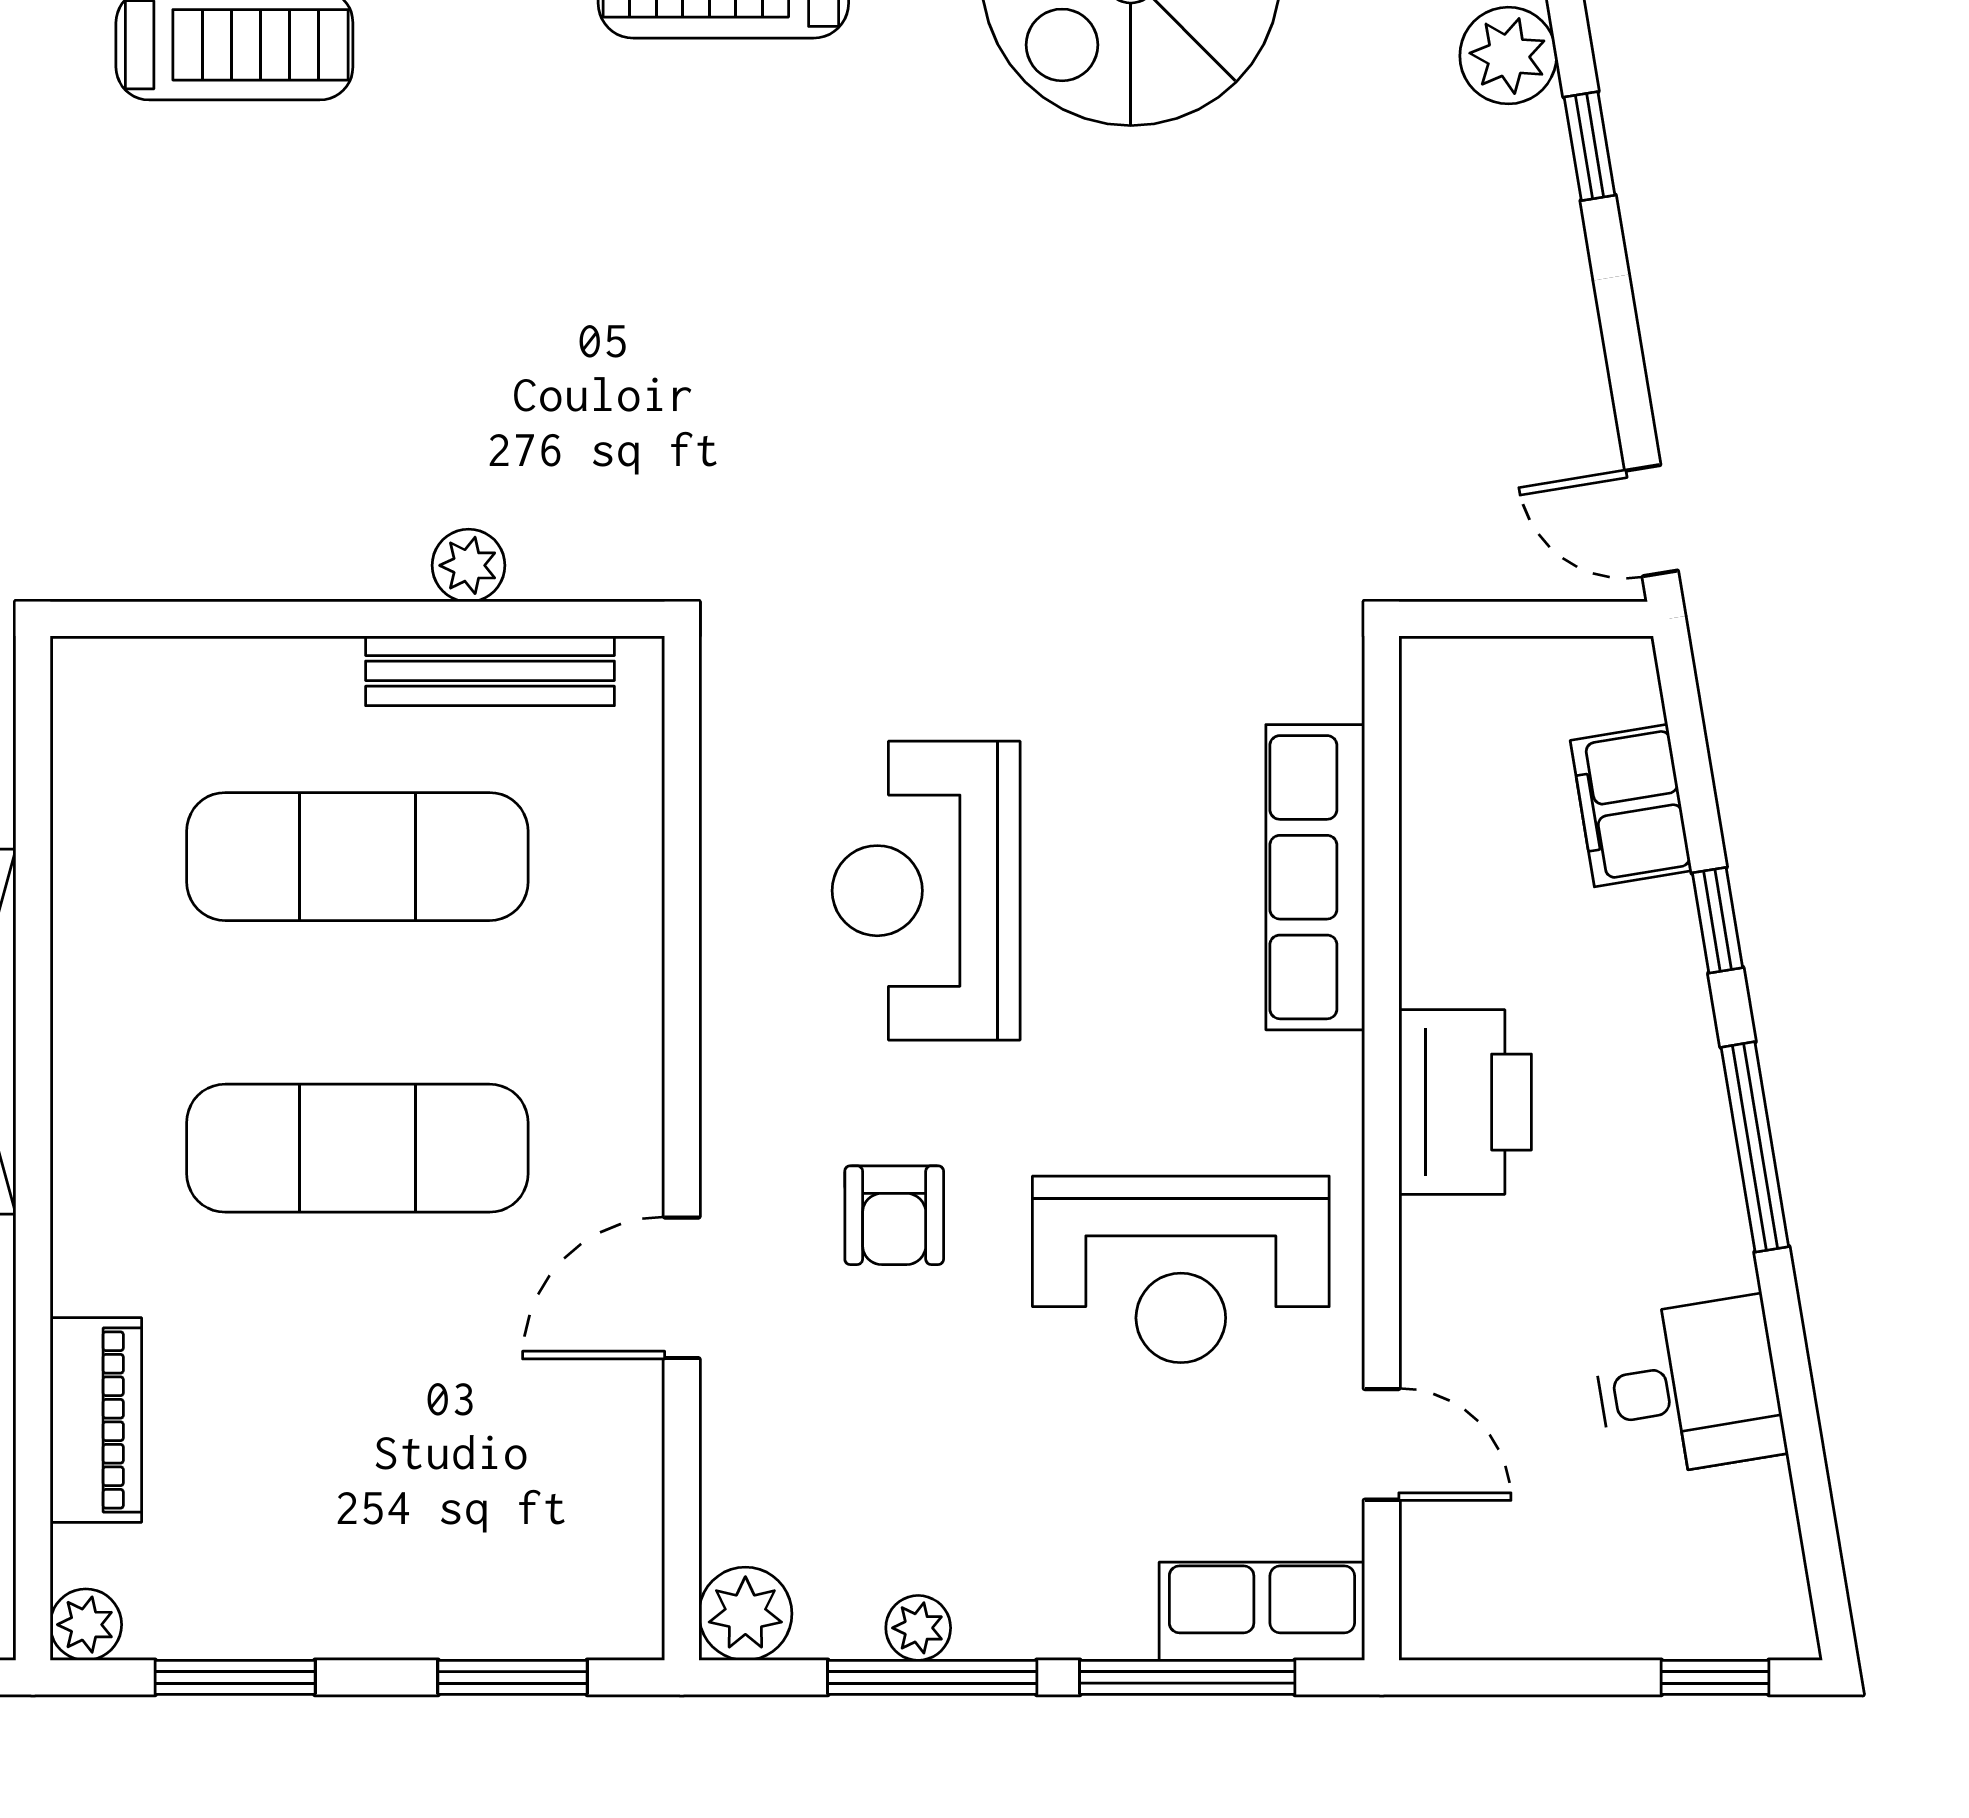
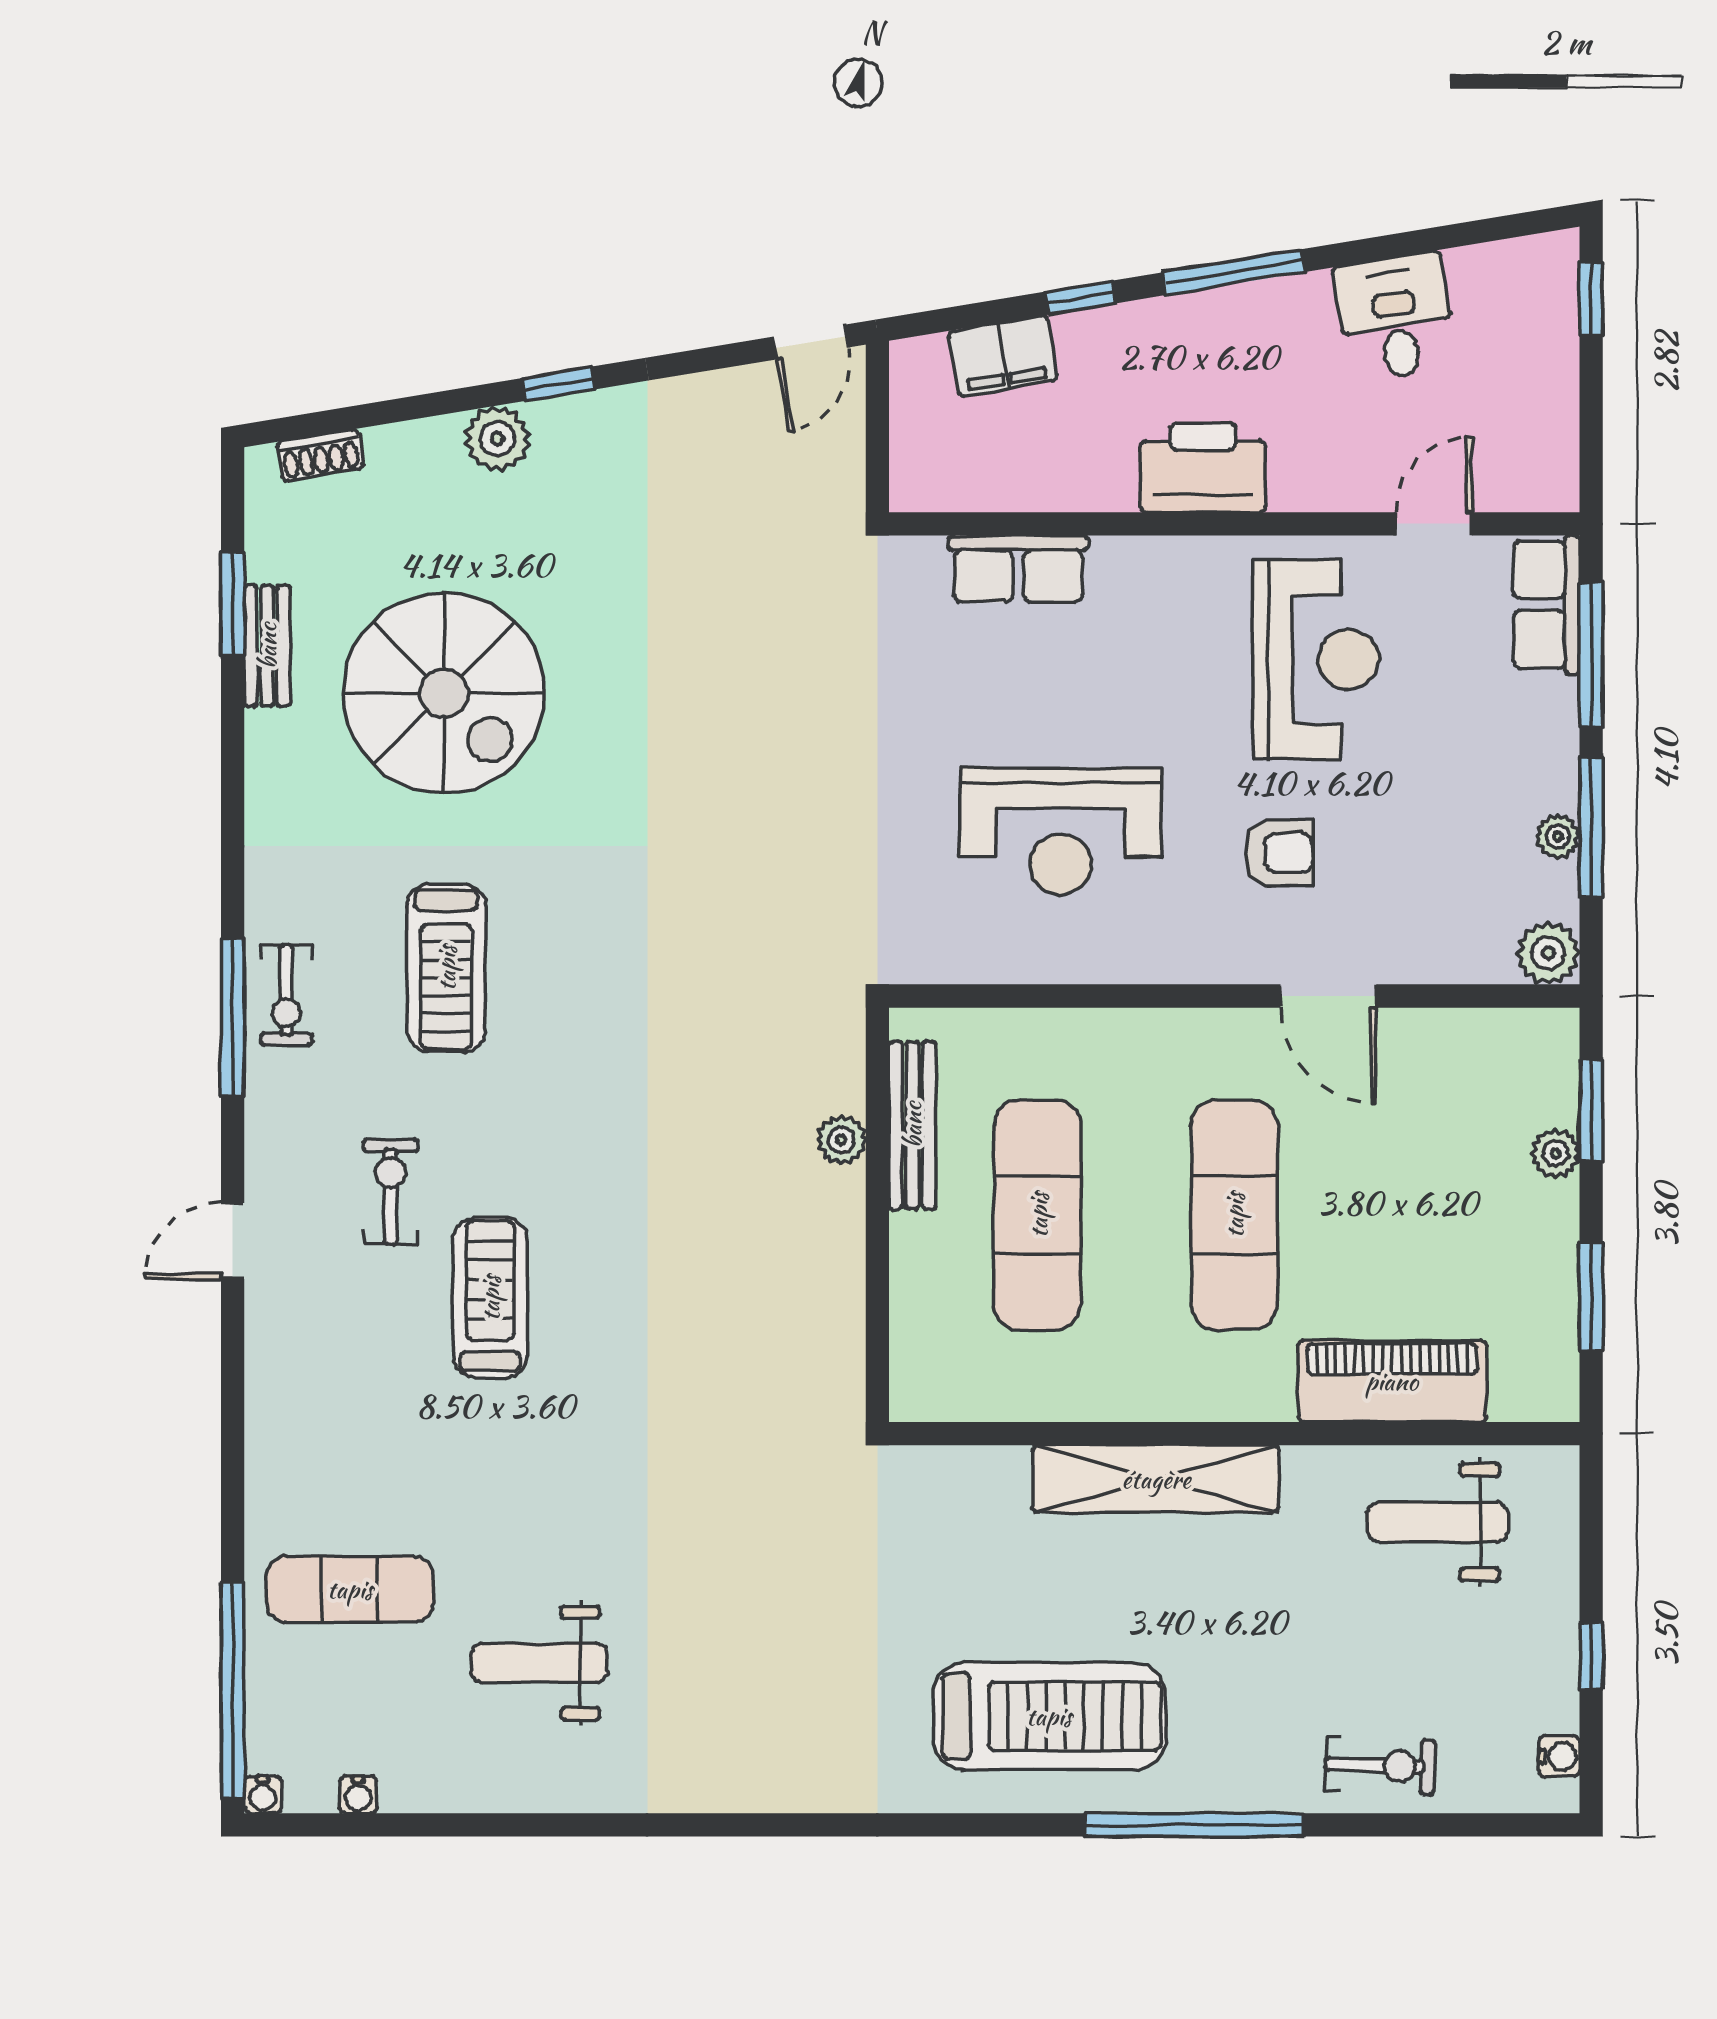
row of seats: (1315, 877) -> (1018, 569), width x0.68
piano: (96, 1420) -> (1392, 1381), width x1.37, depth x1.33
plant: (86, 1625) -> (1555, 1153), moved

